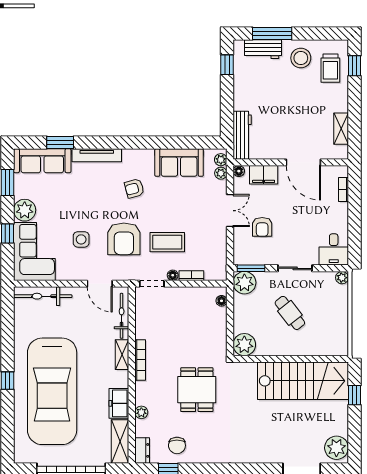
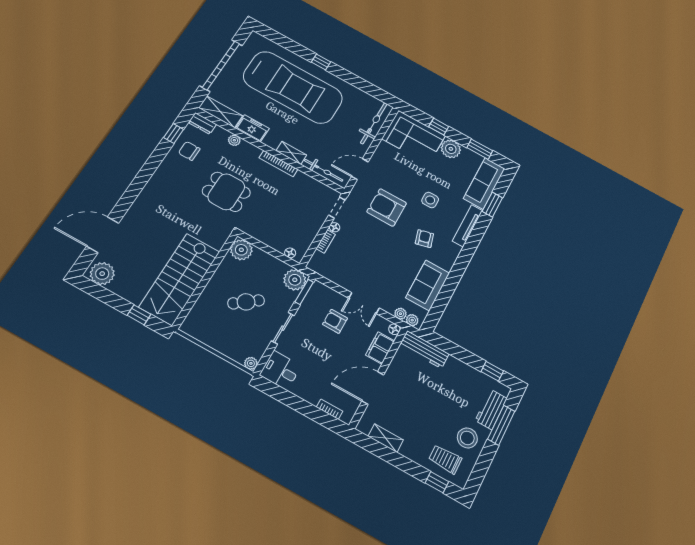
side table: (81, 239) -> (430, 200), moved
coffee table: (167, 242) -> (365, 239), removed
car: (52, 391) -> (293, 87), turned 180

